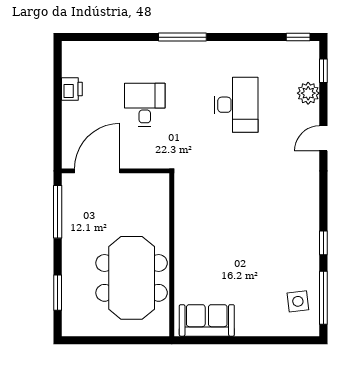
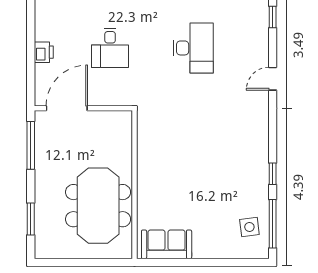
printer: (72, 89) -> (44, 52), moved
plant: (308, 93) -> (259, 37), removed
desk: (145, 105) -> (110, 48), turned 180

